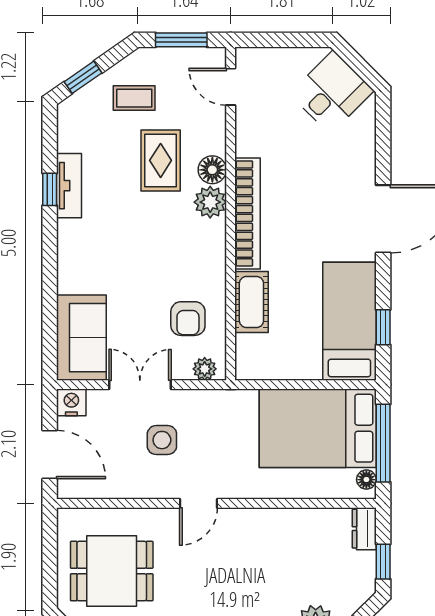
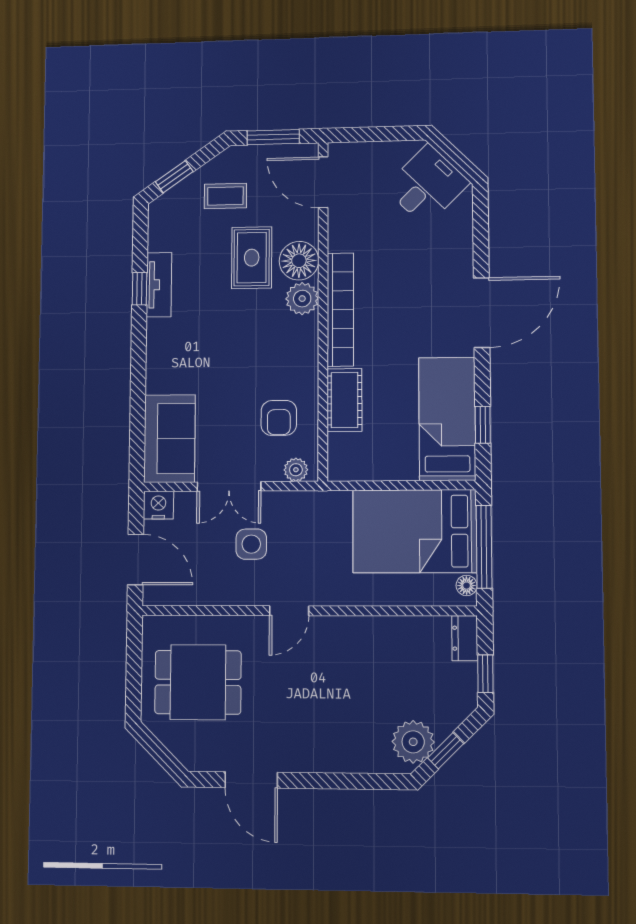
door: (231, 87) -> (323, 182), width x1.38
floor lamp: (212, 170) -> (299, 261), width x1.38, depth x1.38
double door: (140, 385) -> (229, 487), swing flipped

